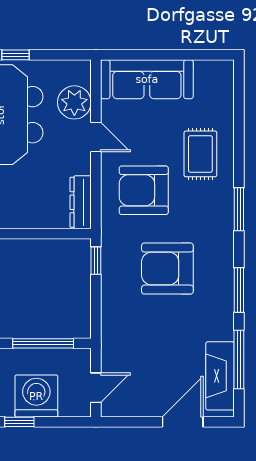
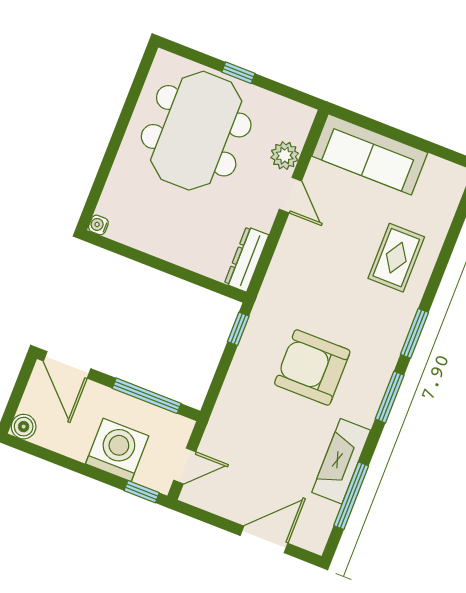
plant: (74, 102) -> (285, 156), width x0.73, depth x0.73
armchair: (144, 190) -> (320, 273), removed
window: (239, 290) -> (390, 397), moved
fireplace: (220, 376) -> (341, 461), moved
window: (19, 422) -> (142, 492), moved

